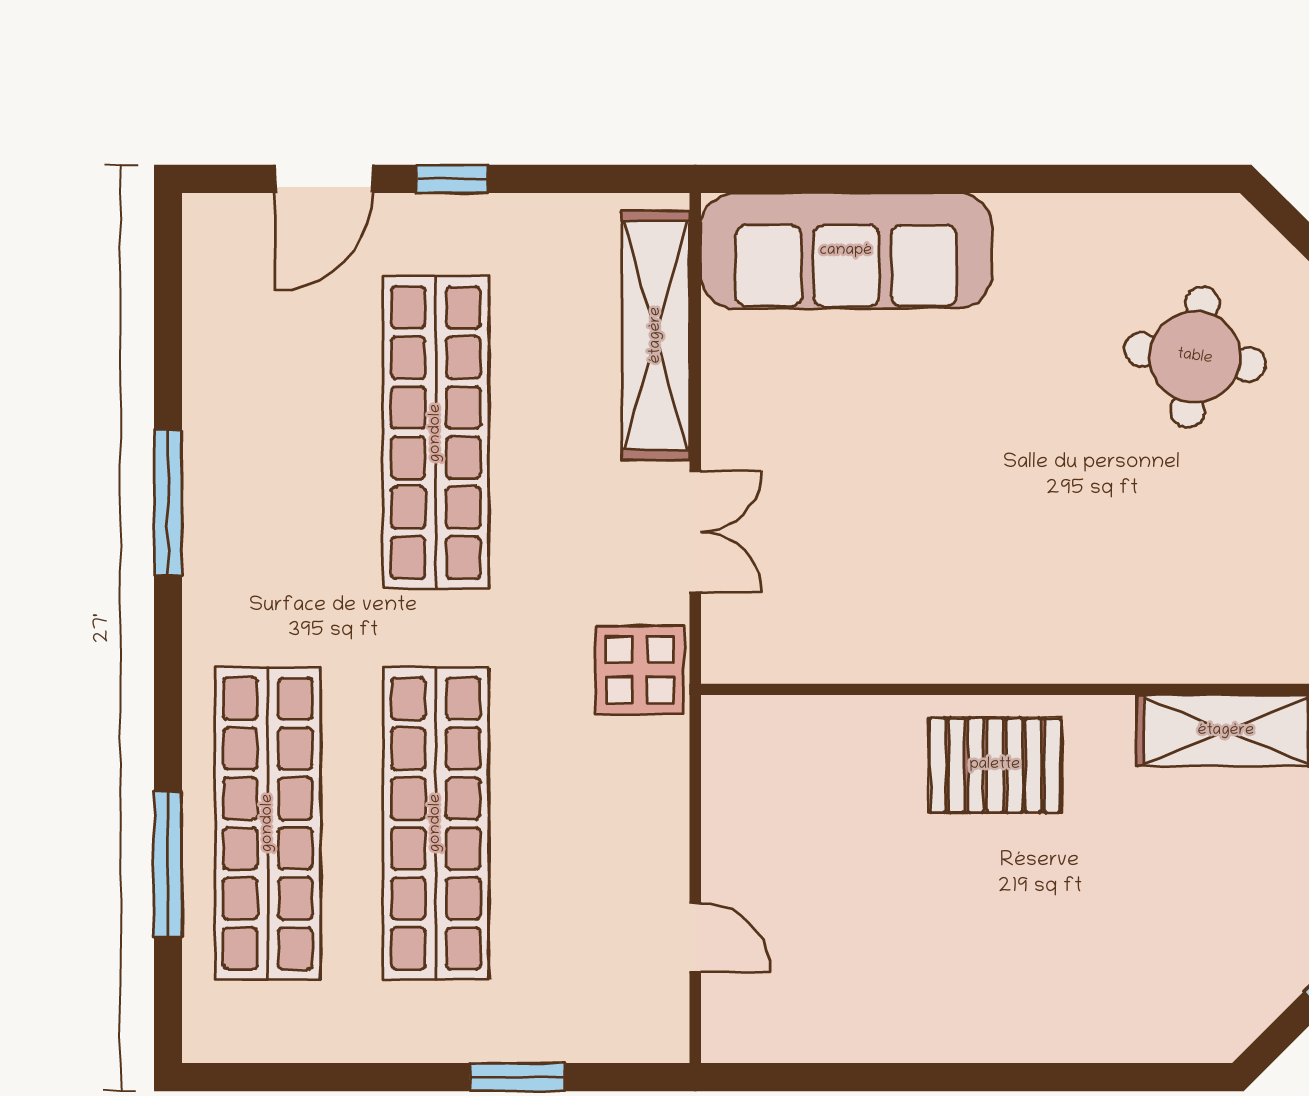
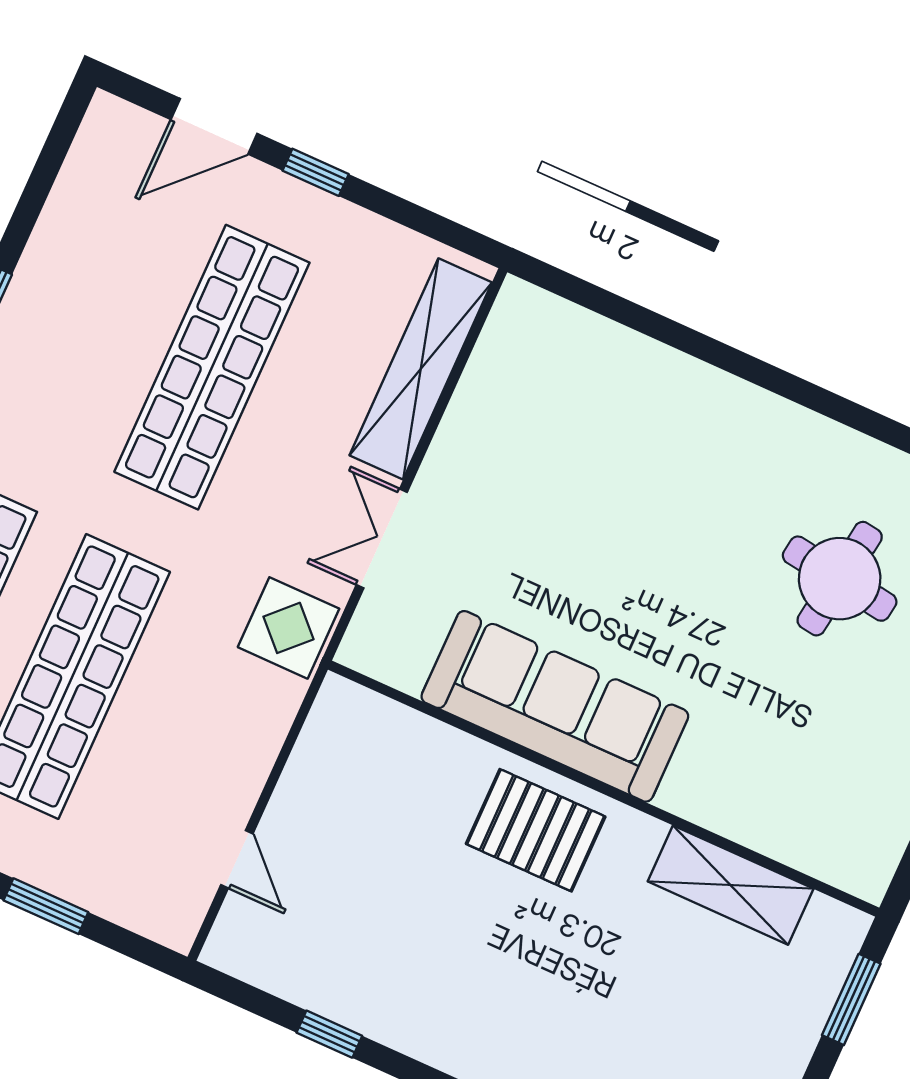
sofa: (846, 251) -> (555, 706), moved, turned 180
double door: (695, 532) -> (382, 538), swing flipped
window: (875, 1077) -> (329, 1034), added

